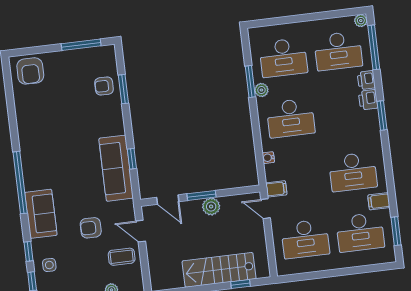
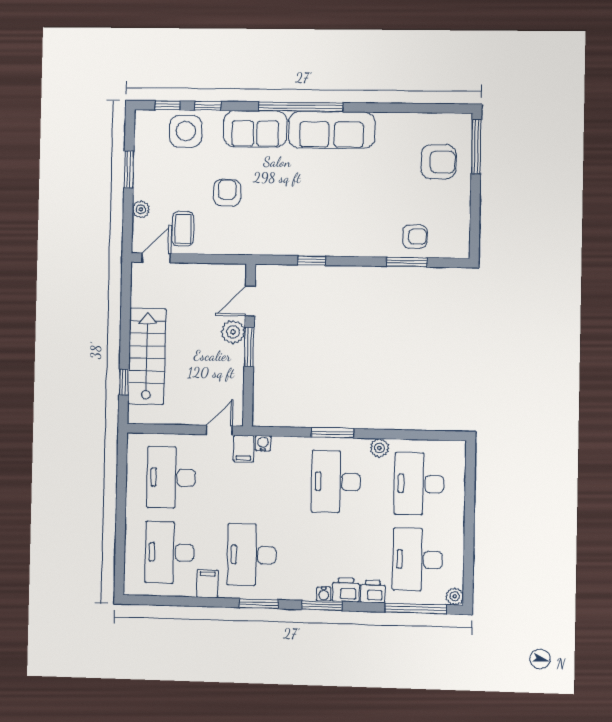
window: (81, 45) -> (476, 146), moved
armchair: (30, 71) -> (439, 162), moved, turned 180
window: (250, 81) -> (333, 433), moved
armchair: (104, 86) -> (415, 236), turned 90
water cooler: (373, 115) -> (324, 594), added
water cooler: (268, 158) -> (263, 443), moved
sofa: (116, 168) -> (332, 130), moved, turned 180
plant: (211, 207) -> (233, 332), moved
door: (141, 231) -> (156, 258), moved
window: (396, 231) -> (259, 604), moved
side table: (49, 265) -> (186, 131), width x1.87, depth x1.87

